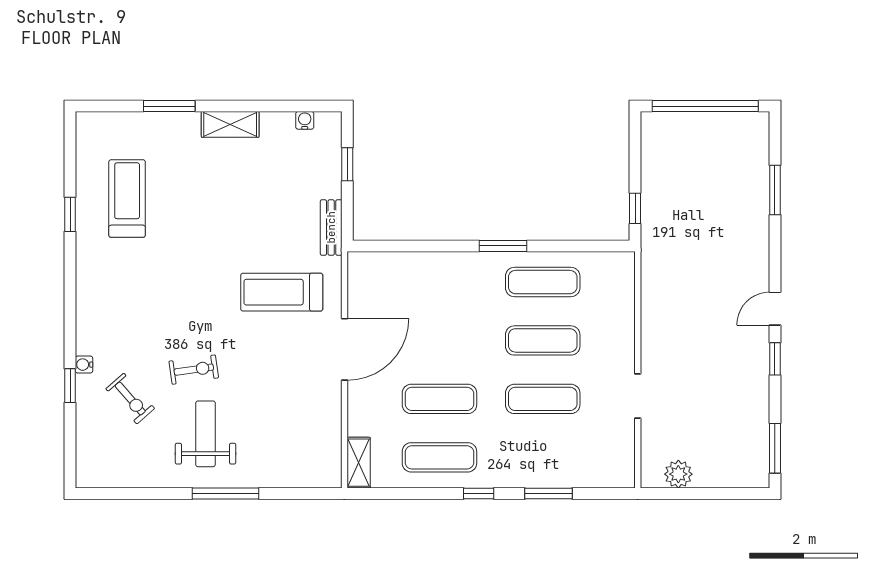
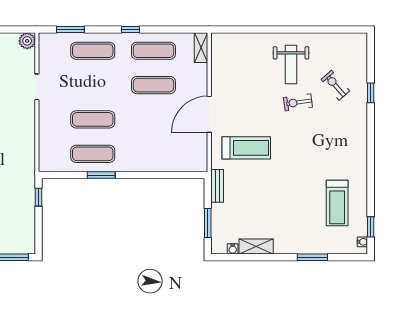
shelving: (230, 124) -> (256, 246), moved
window: (347, 164) -> (208, 223), width x1.50
window: (70, 214) -> (371, 227), moved
window: (503, 246) -> (101, 175), moved
water cooler: (84, 365) -> (362, 242), moved
exercise mat: (543, 399) -> (93, 51), moved
plant: (678, 474) -> (27, 41), moved
window: (226, 493) -> (279, 30), removed
window: (548, 493) -> (70, 30), moved

